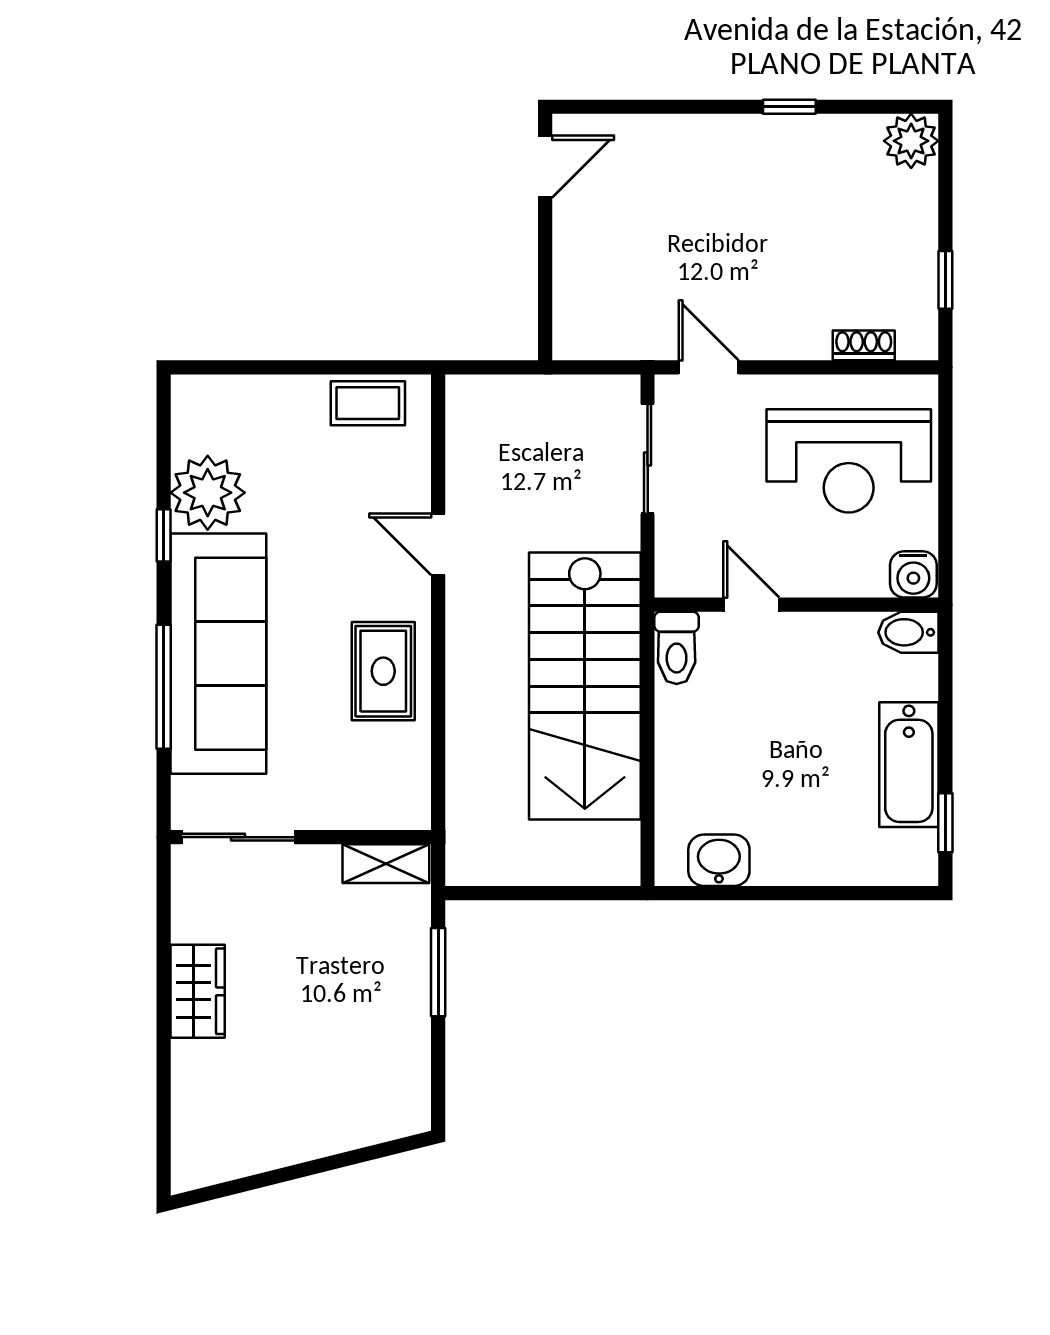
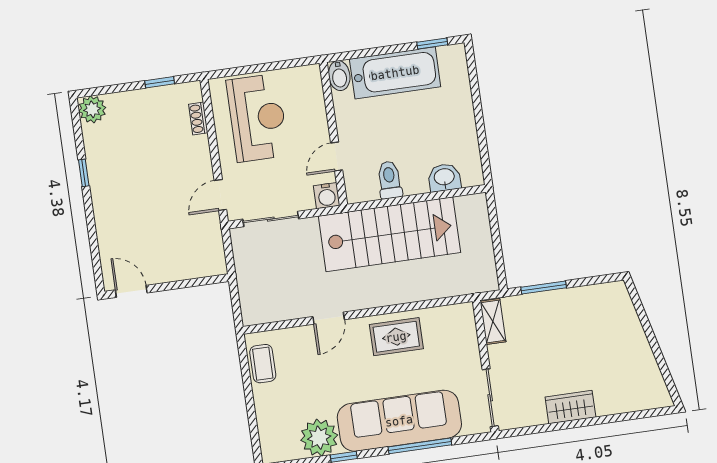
water cooler: (913, 574) -> (327, 196), moved, turned 90
toilet: (677, 648) -> (390, 180), moved, turned -90
bathtub: (909, 765) -> (395, 73), width x1.36, depth x1.36
washbasin: (719, 860) -> (444, 178), moved, turned 90

